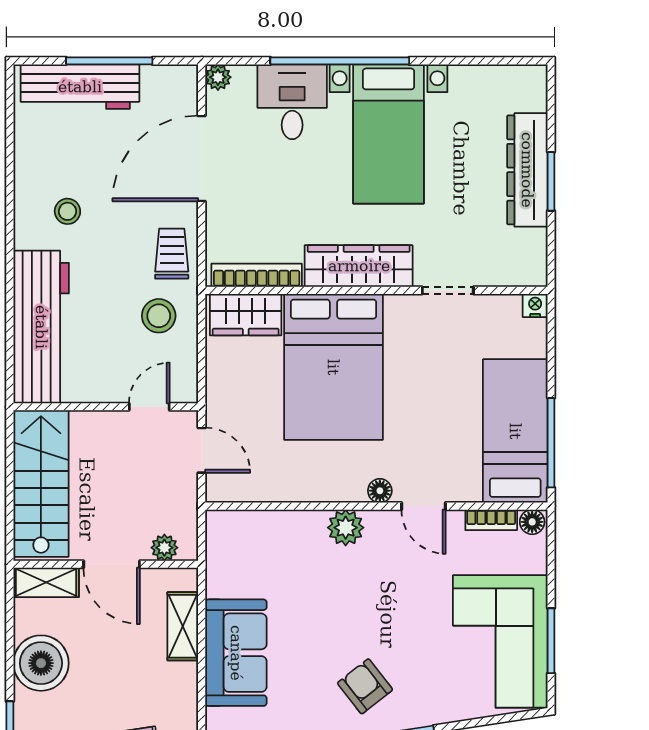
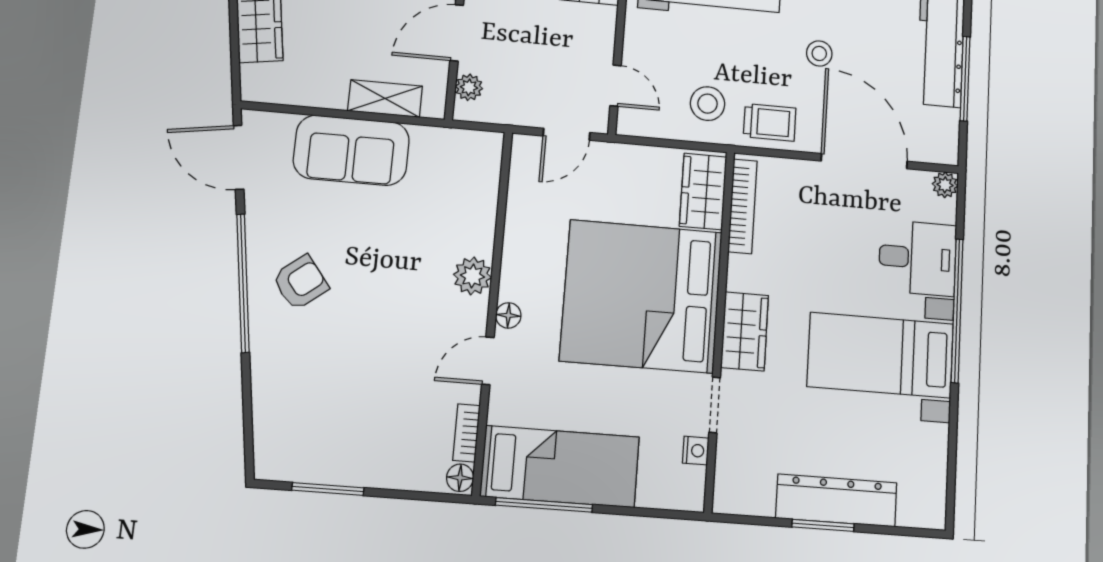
stool: (67, 211) -> (819, 53), moved
wardrobe: (359, 266) -> (745, 331), width x0.67
nightstand: (535, 306) -> (696, 451), moved
bed: (333, 367) -> (641, 296), width x1.36
corner sofa: (500, 641) -> (333, 433), removed

